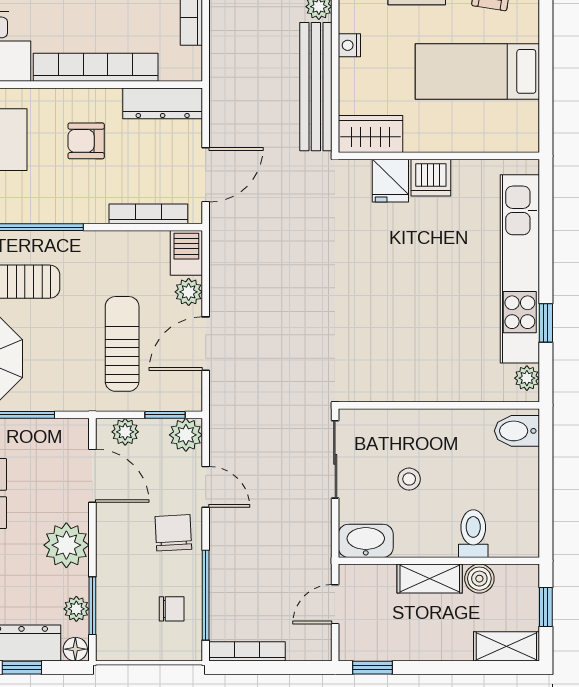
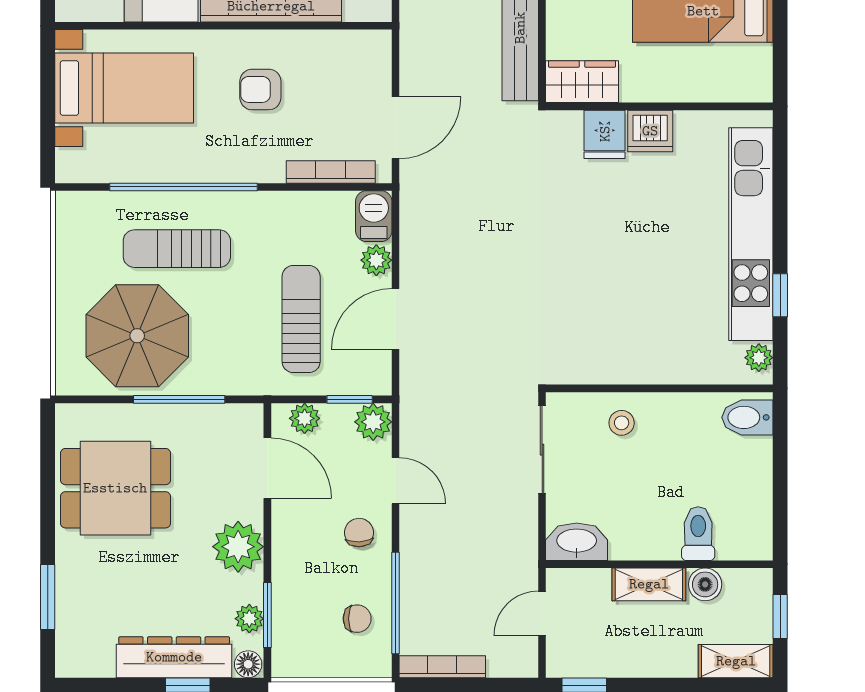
dresser: (163, 103) -> (347, 47), removed
stool: (409, 479) -> (622, 423), moved
chair: (173, 533) -> (359, 533), width x0.73, depth x0.73

